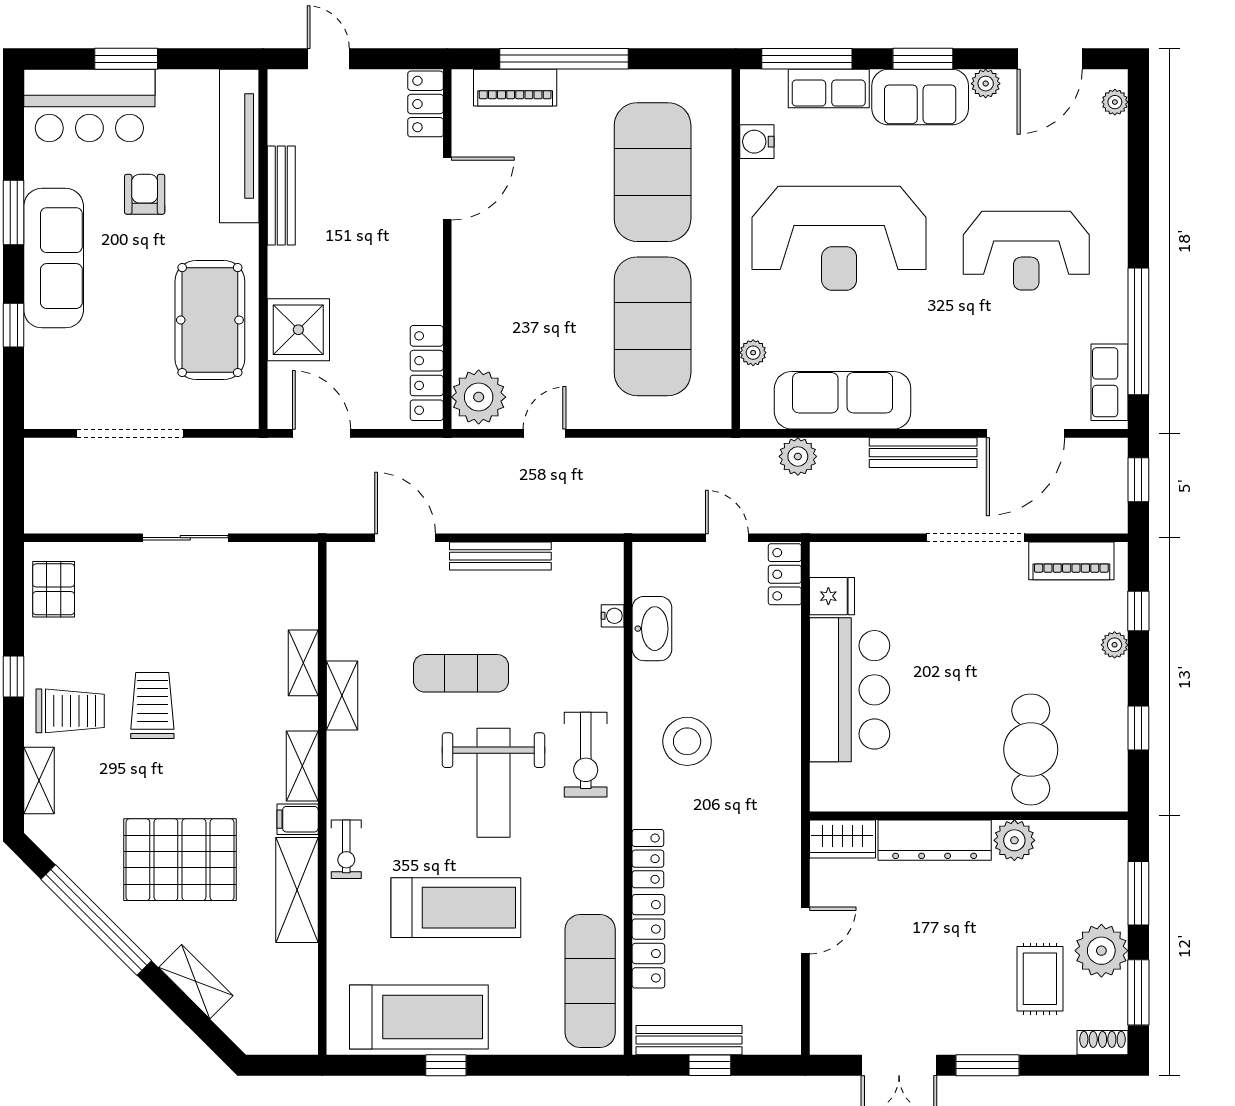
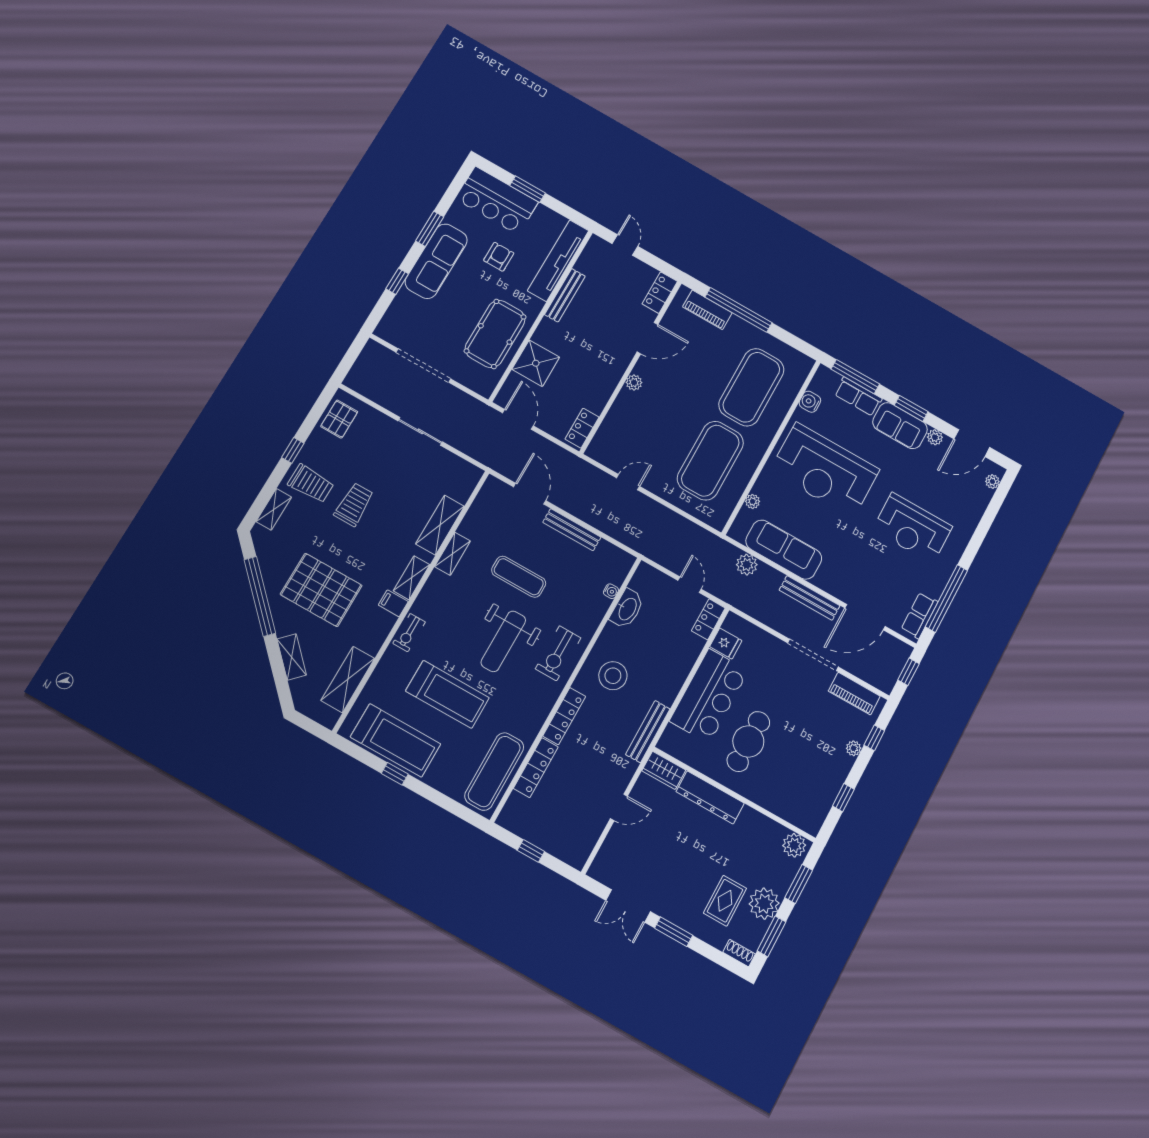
locker: (427, 373) -> (582, 428), width x0.66
plant: (479, 397) -> (634, 382), moved, width x0.53, depth x0.53
shelving: (303, 663) -> (440, 525), width x1.50, depth x1.33
cafe table: (1031, 750) -> (748, 741), moved
plant: (1014, 840) -> (794, 845), moved
locker: (648, 859) -> (564, 716), width x1.53
shelving: (297, 890) -> (348, 680), moved
bench: (689, 1040) -> (648, 732), moved, turned 90

